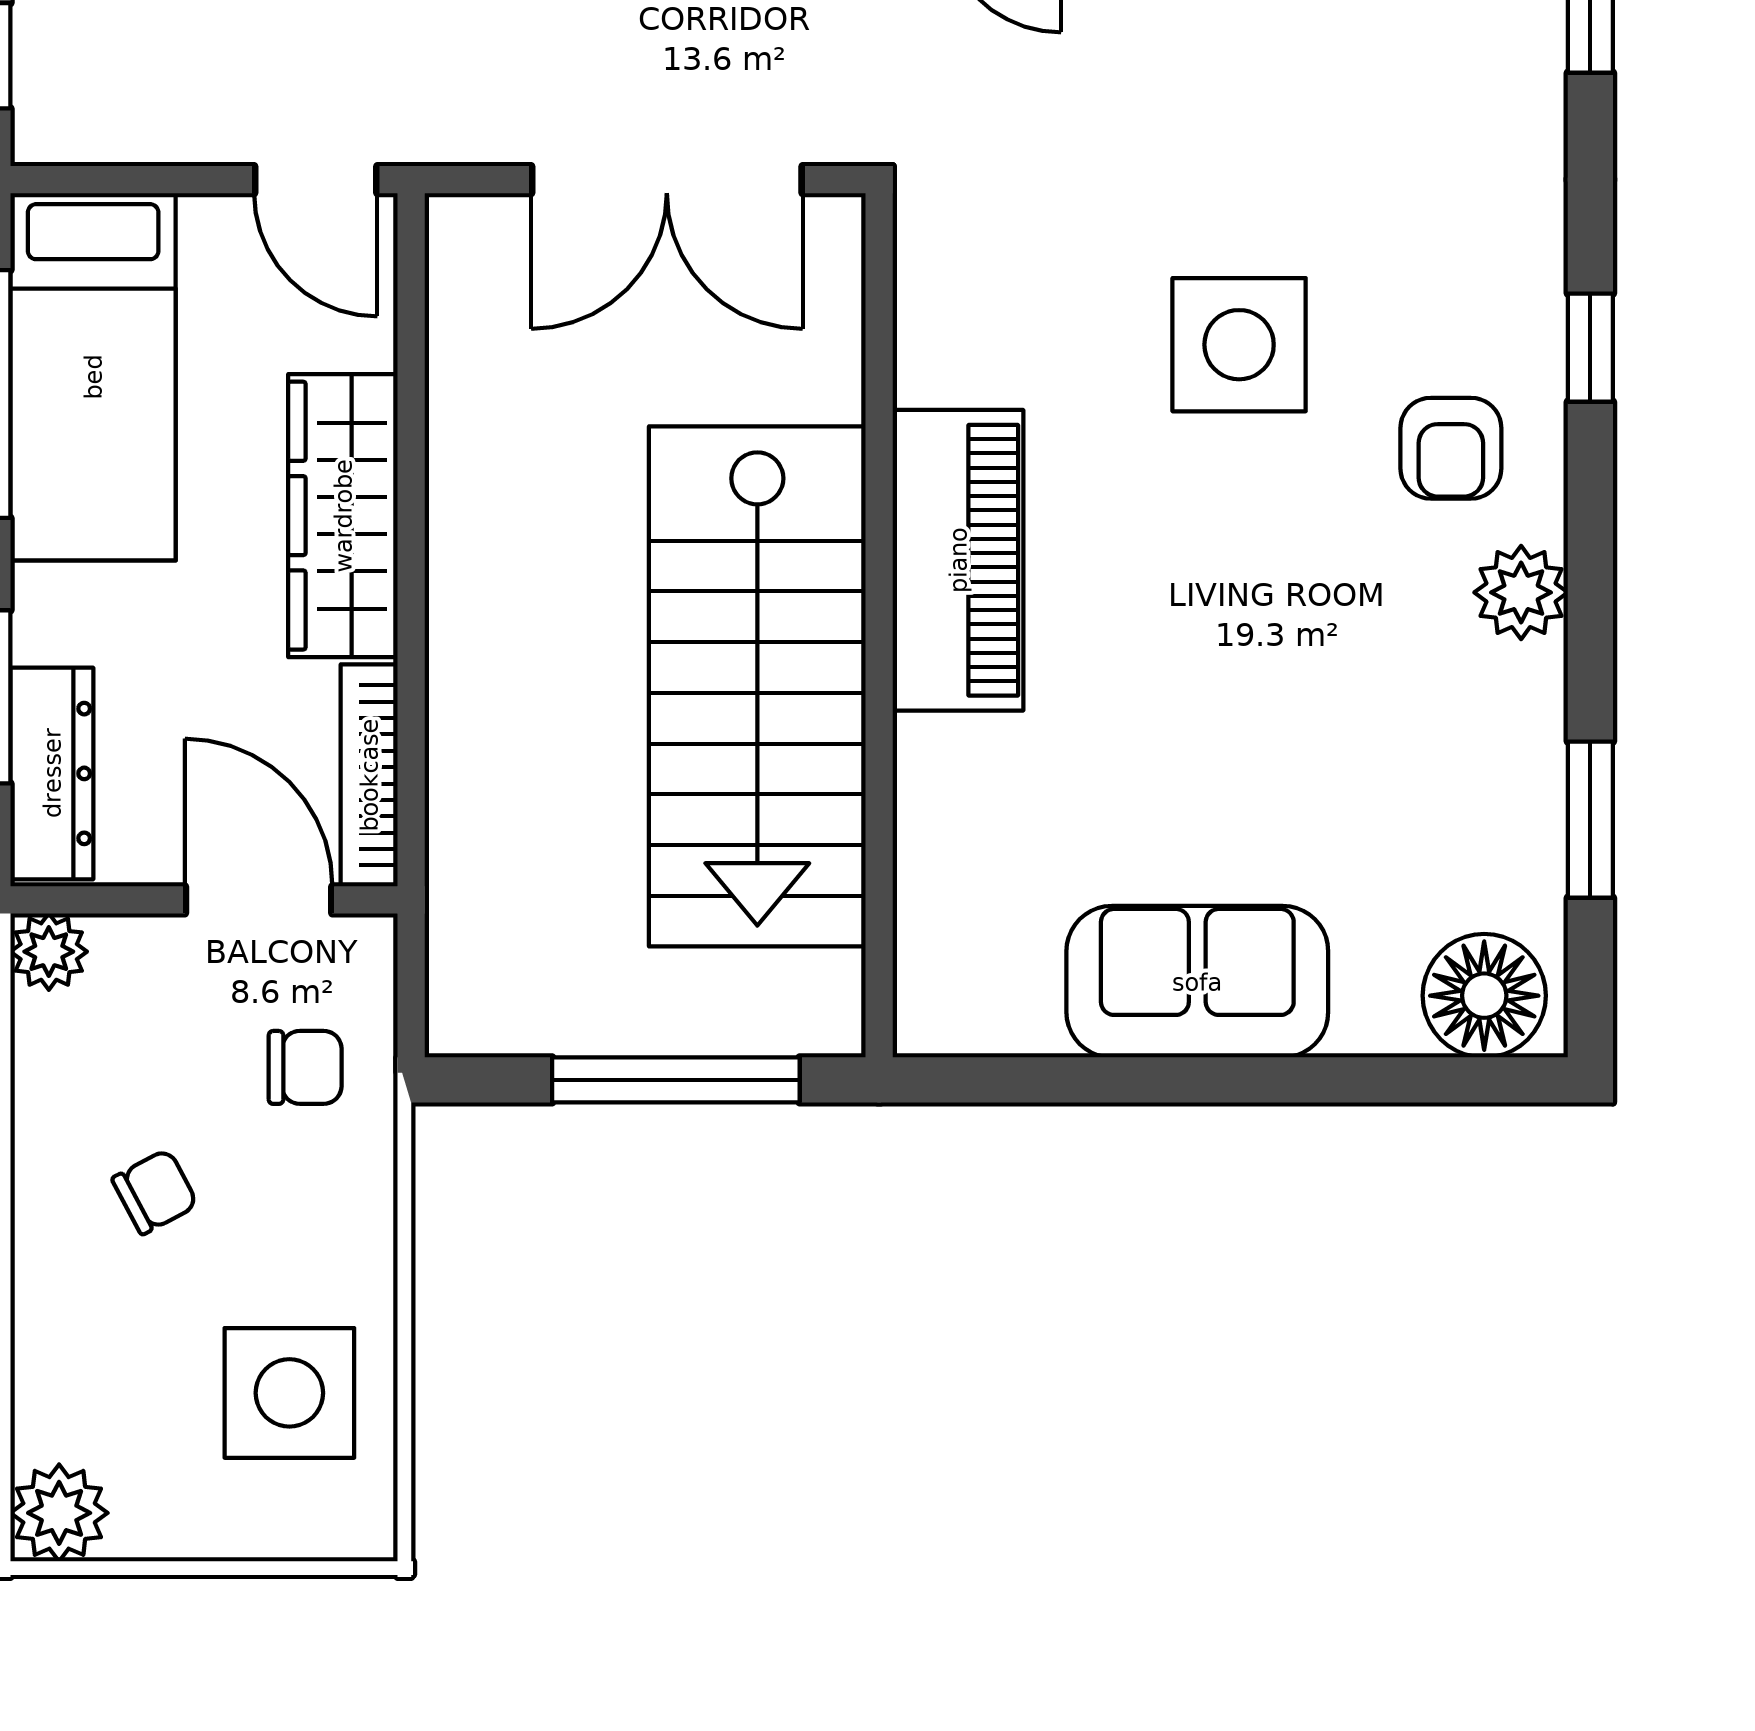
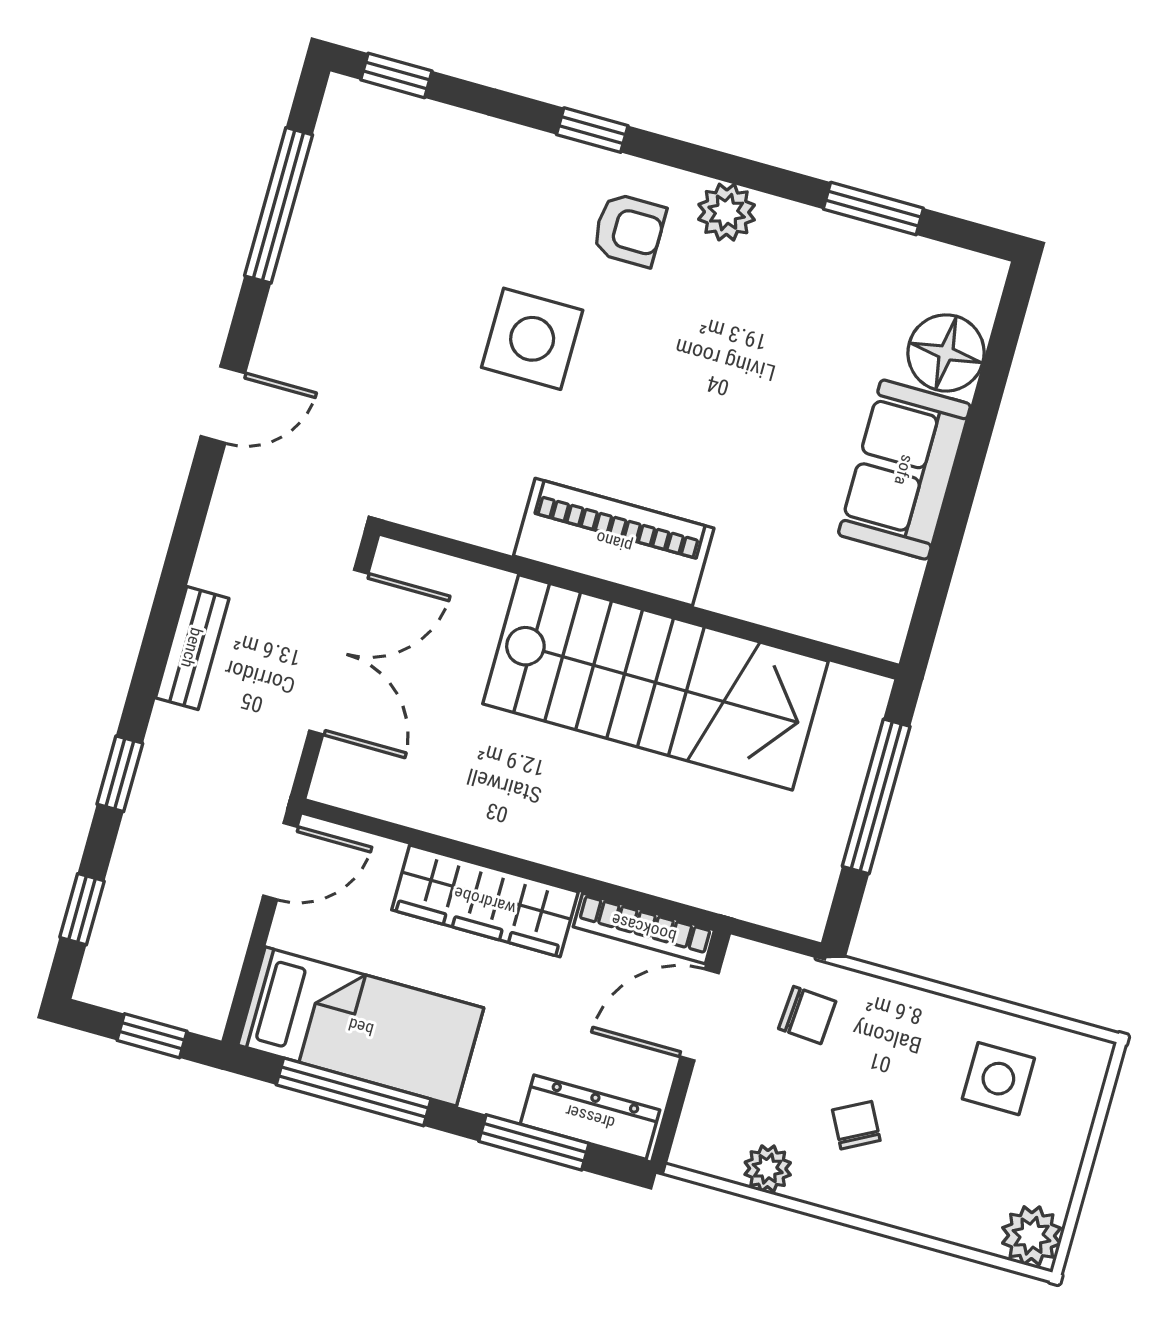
plant: (49, 952) -> (768, 1169), moved
floor lamp: (1484, 996) -> (946, 353), moved
chair: (305, 1067) -> (807, 1015), turned 94
side table: (289, 1393) -> (998, 1079), width x0.73, depth x0.73

